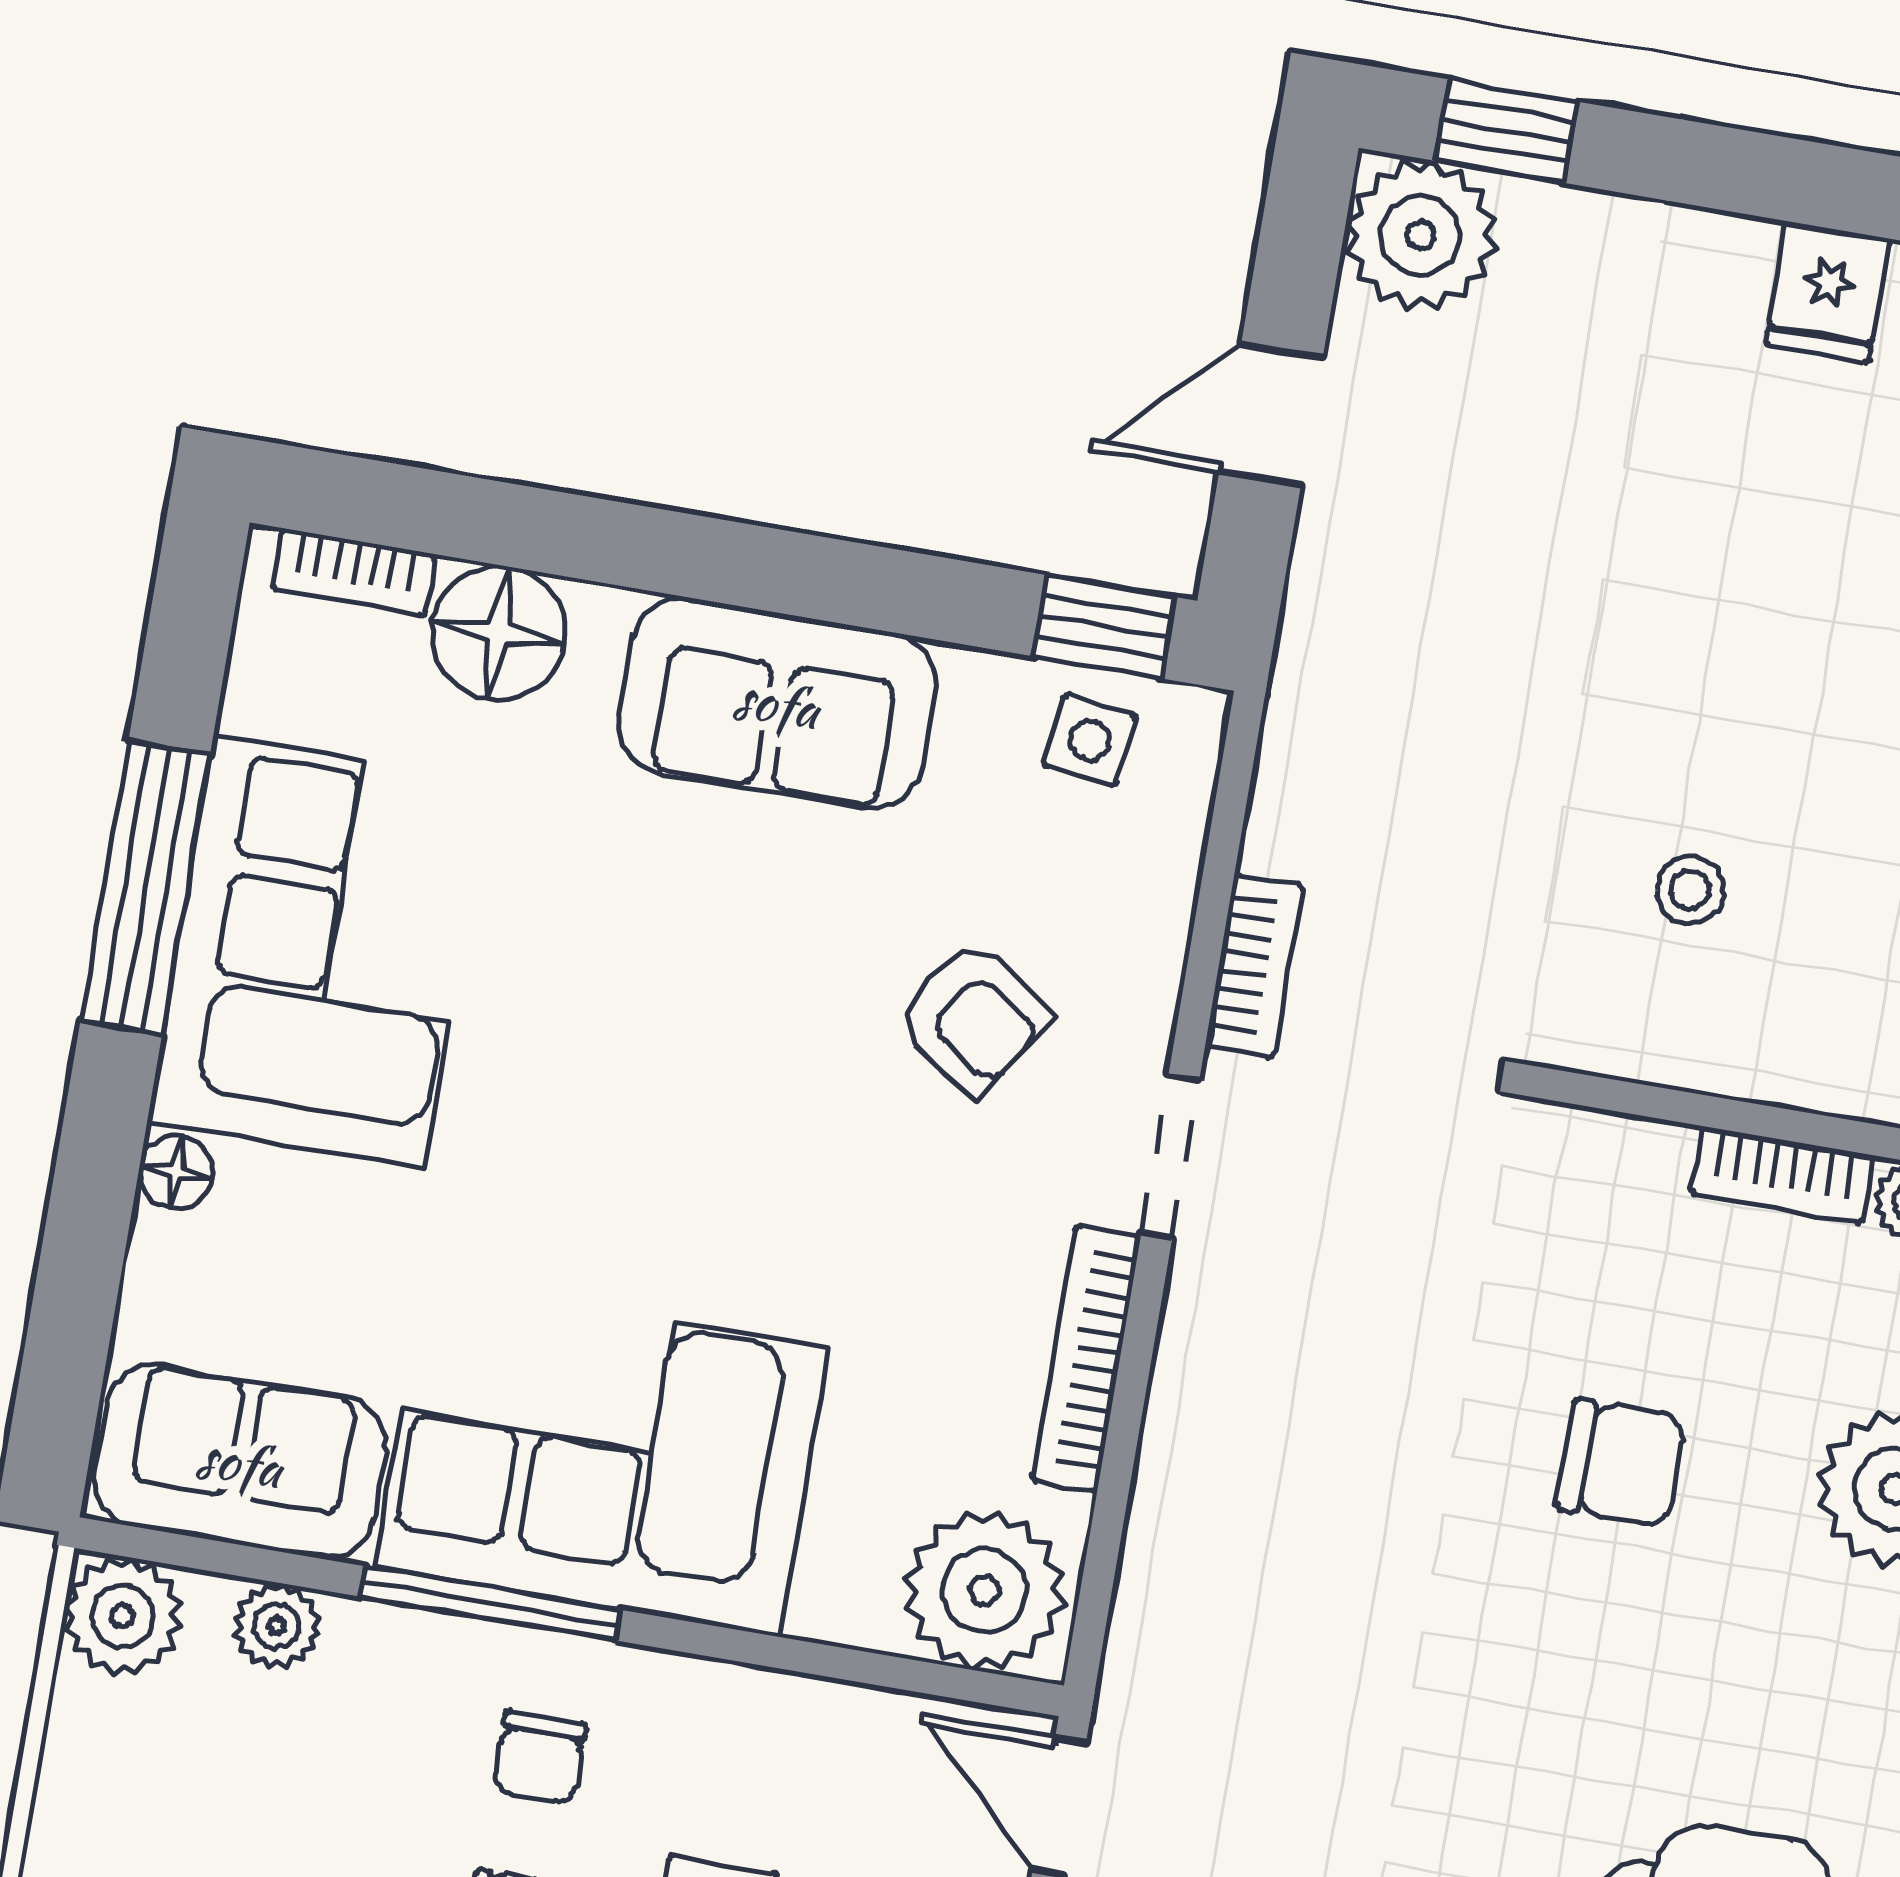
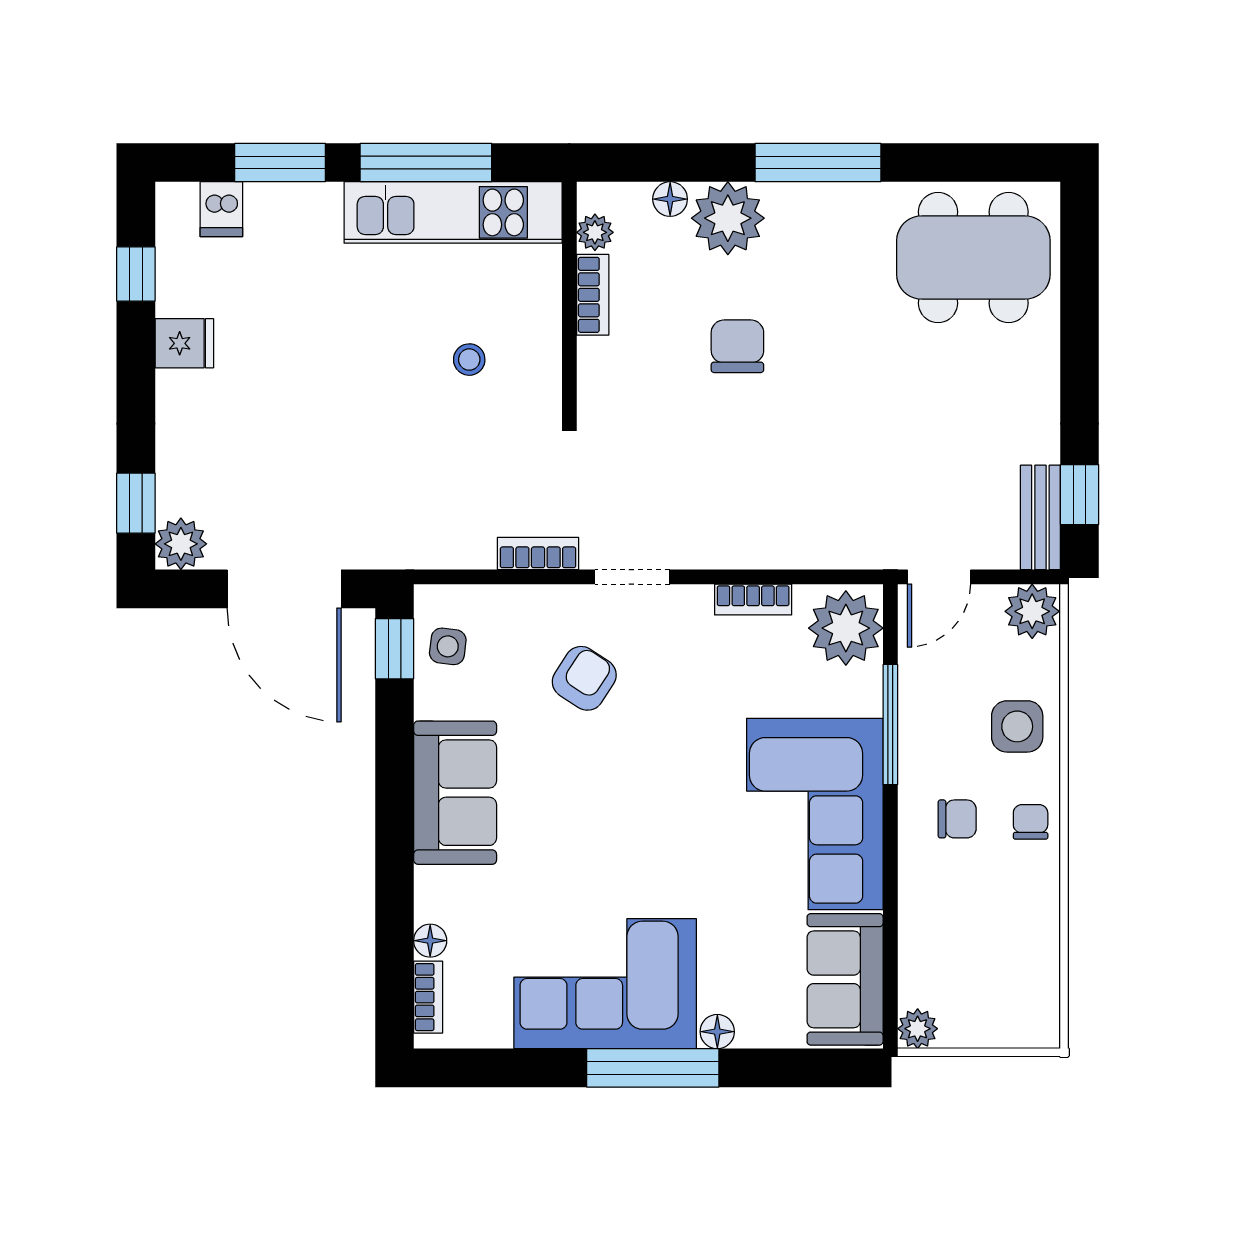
plant: (1420, 235) -> (181, 544), width x0.73, depth x0.73
door: (1271, 415) -> (284, 589), width x1.88
floor lamp: (498, 633) -> (430, 941), width x0.53, depth x0.53
window: (145, 888) -> (653, 1068), moved
bookcase: (1086, 1359) -> (753, 599), width x0.64
window: (490, 1603) -> (890, 725), moved
plant: (123, 1616) -> (918, 1029), width x0.73, depth x0.73
plant: (277, 1626) -> (917, 950), removed

